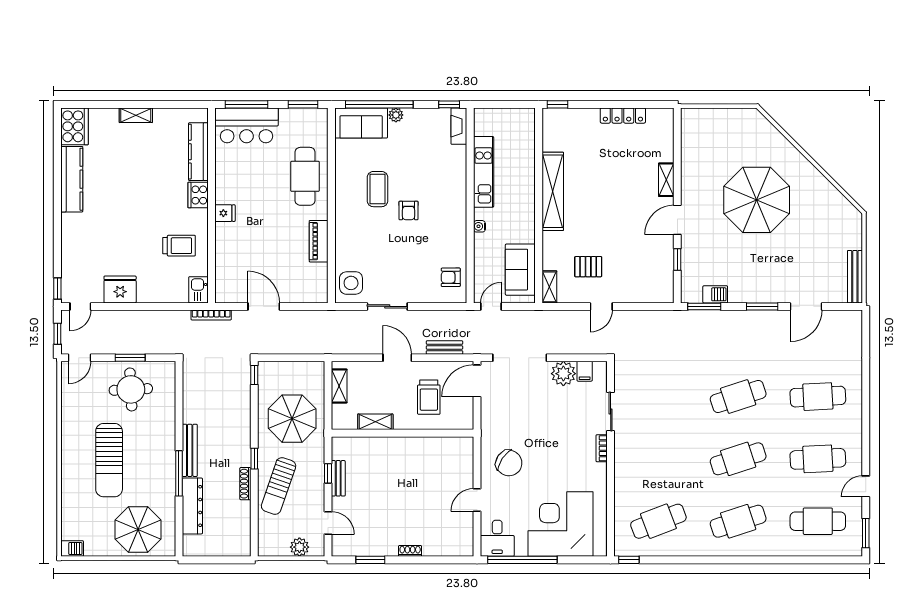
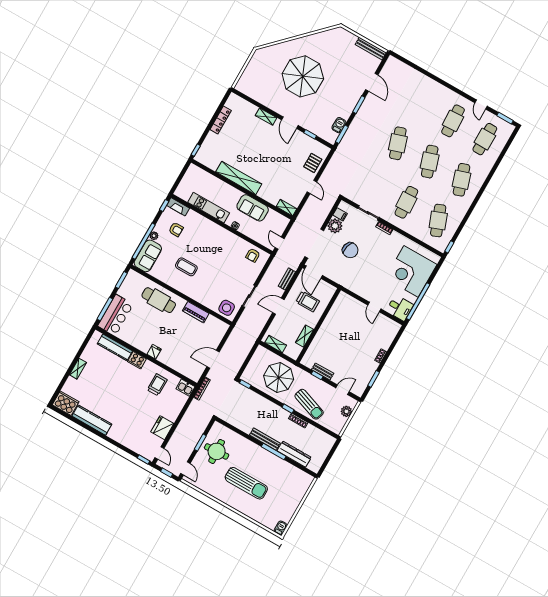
armchair: (408, 210) -> (176, 229), moved
pallet: (588, 267) -> (313, 163), moved
sofa: (520, 270) -> (253, 208), moved
cafe table: (818, 397) -> (406, 202), moved
chair: (509, 463) -> (350, 250), moved, turned 70
parasol: (138, 529) -> (290, 489), removed

